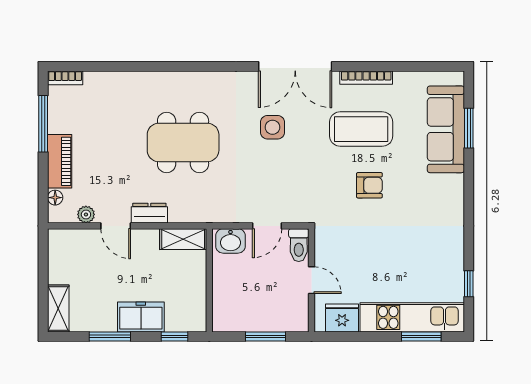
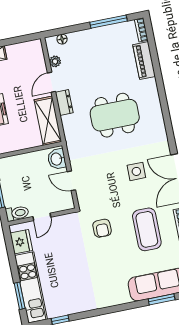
dining table: (183, 142) -> (115, 115), turned 90
piano: (60, 161) -> (144, 61), moved, turned 90
armchair: (369, 185) -> (102, 228), moved
shelving: (183, 239) -> (48, 121), width x1.50, depth x1.33
toilet: (299, 245) -> (17, 213), moved, turned 180

